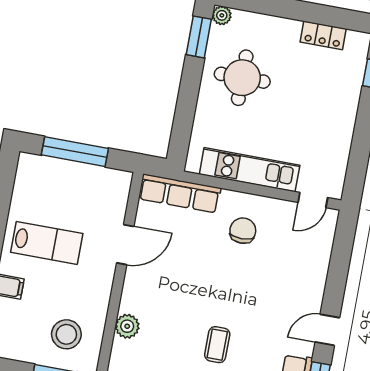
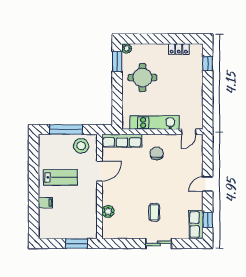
door: (327, 330) -> (208, 184), moved
stool: (66, 334) -> (81, 146), moved

